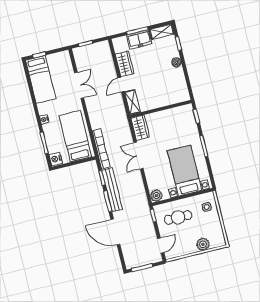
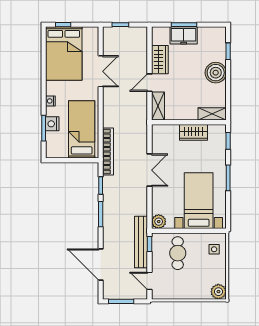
shelving: (162, 32) -> (212, 114), moved
boiler: (177, 62) -> (216, 73), width x1.86, depth x1.86
bed: (41, 79) -> (64, 53), width x1.50
wardrobe: (140, 128) -> (194, 132), moved, turned 90
double door: (138, 156) -> (149, 170), swing flipped
nightstand: (56, 159) -> (52, 124), moved
bench: (112, 190) -> (141, 242), moved
cafe table: (178, 217) -> (178, 253), turned 90
door: (115, 232) -> (101, 264), moved
plant: (203, 244) -> (218, 292), moved
door: (161, 246) -> (149, 281), swing flipped

